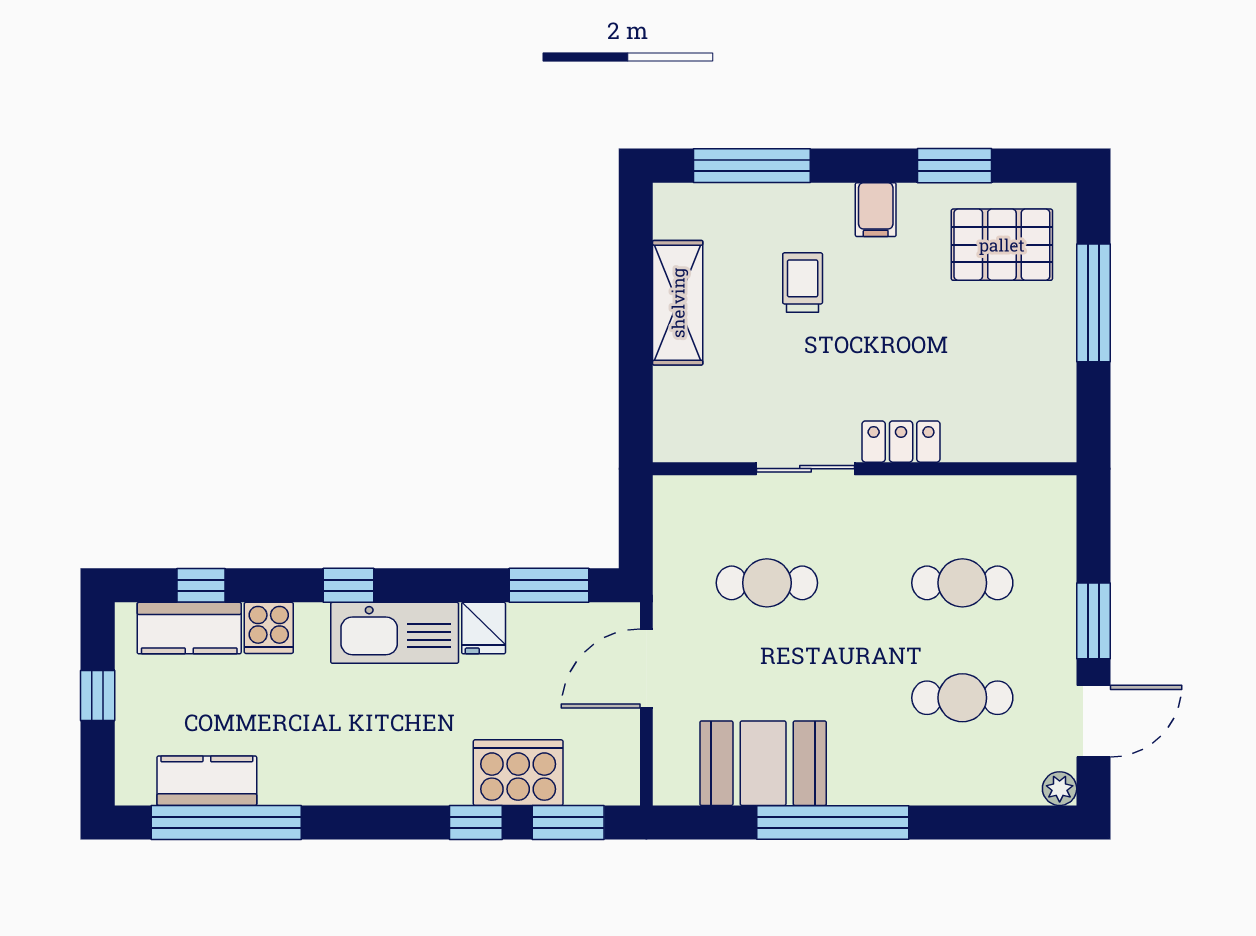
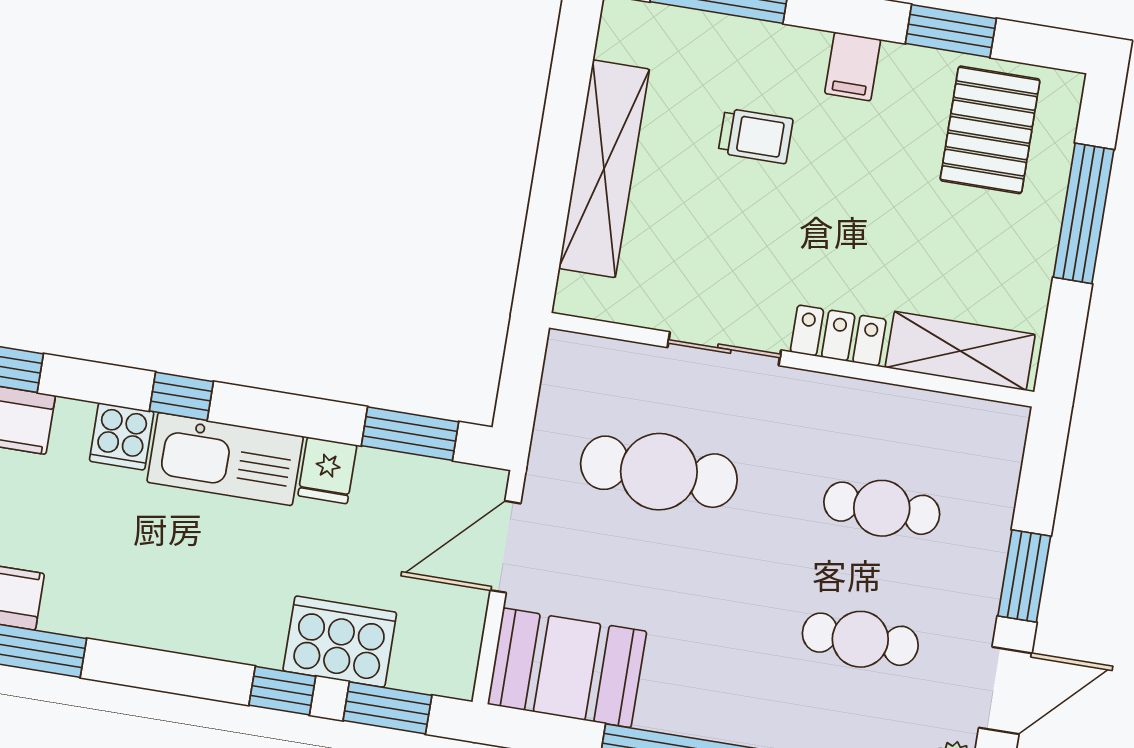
pallet: (1002, 245) -> (990, 130), turned 90
trolley: (803, 283) -> (756, 136), turned 90
shelving: (678, 303) -> (604, 169), width x1.47
shelving: (1007, 438) -> (960, 351), added
cafe table: (767, 583) -> (659, 472), width x1.37, depth x1.35
cooker: (269, 628) -> (122, 436), moved
booth: (763, 763) -> (567, 668), moved

